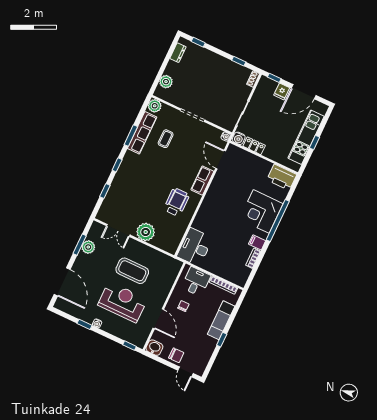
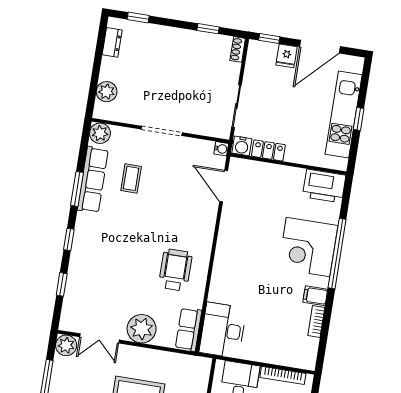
row of seats: (202, 181) -> (189, 329), moved
plant: (88, 247) -> (66, 345), moved

